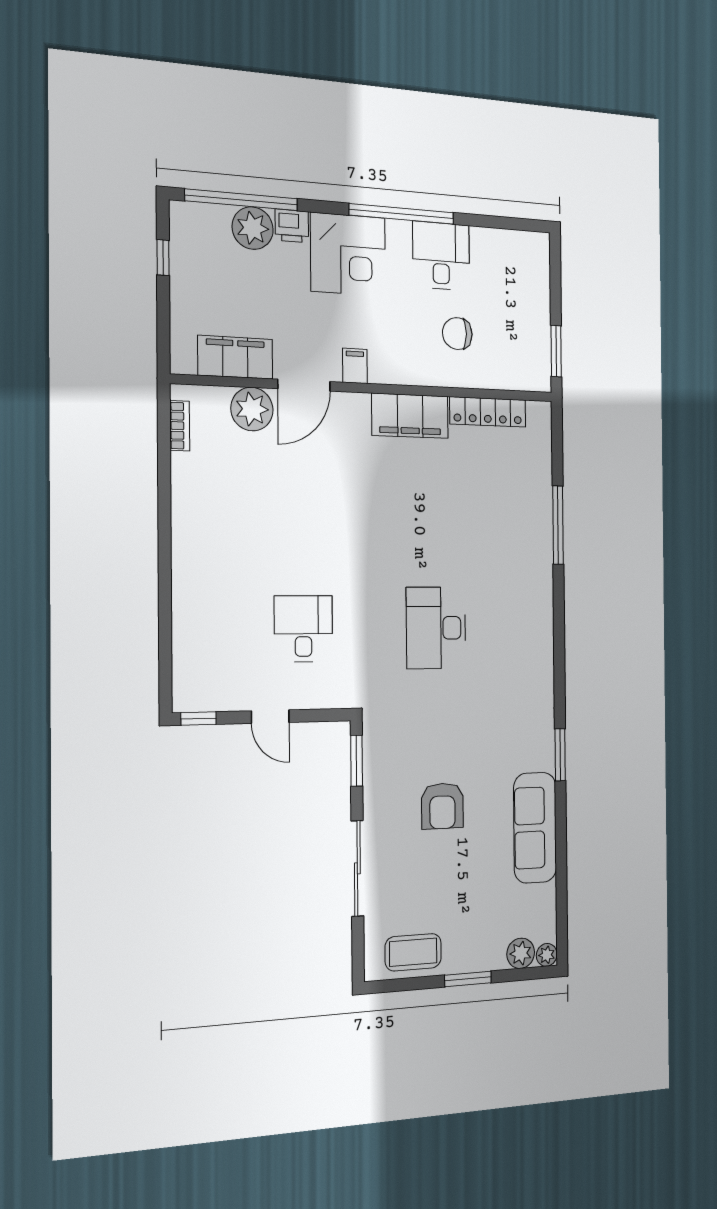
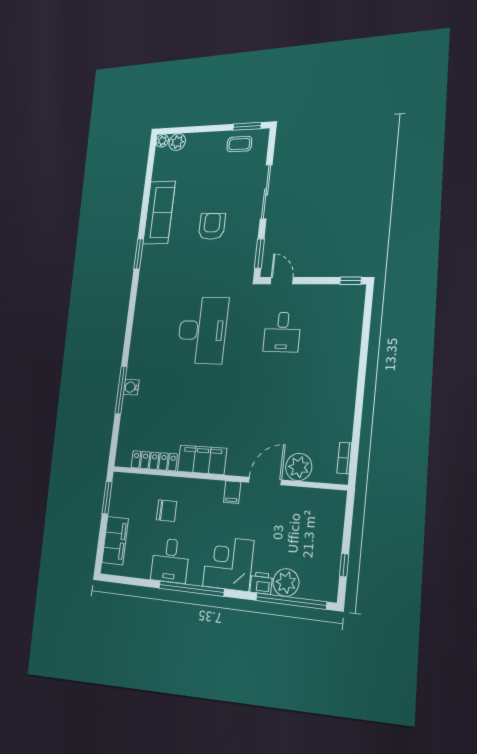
filing cabinet: (235, 357) -> (115, 541), moved, turned -90
water cooler: (542, 530) -> (131, 387), added
desk: (436, 628) -> (202, 330), width x1.36, depth x1.30
door: (270, 717) -> (282, 281), moved
coffee table: (413, 952) -> (239, 144), width x0.73, depth x0.77
window: (468, 979) -> (247, 126), moved

